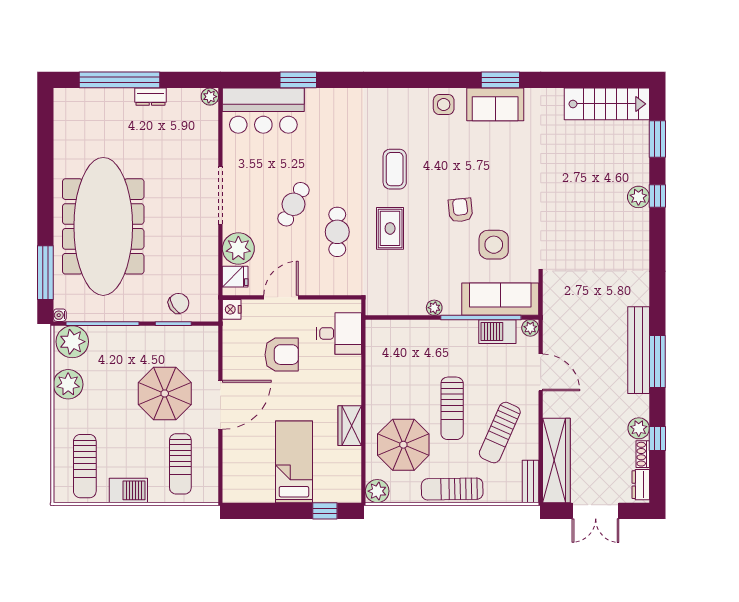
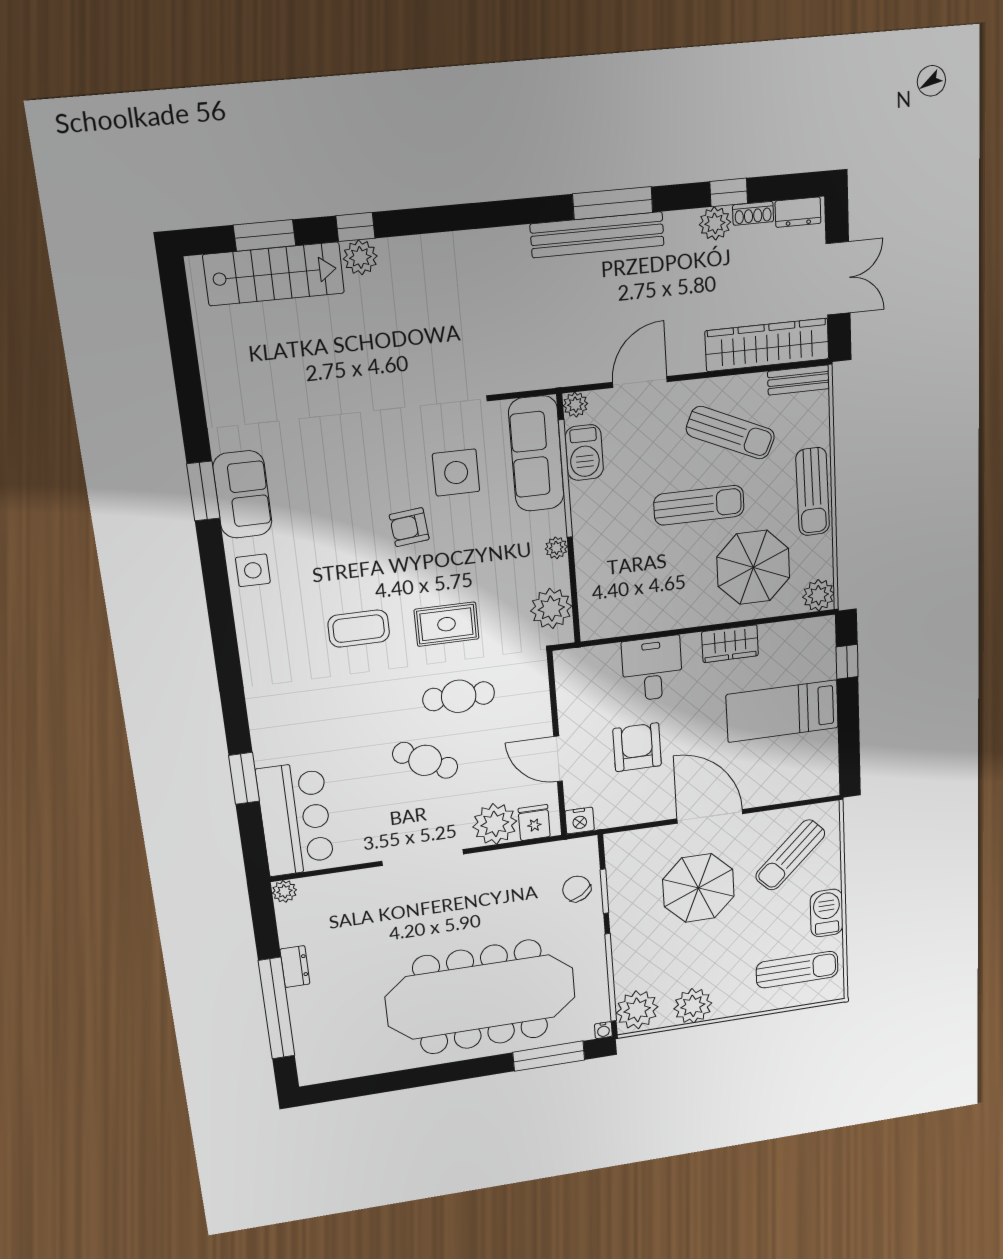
stairs: (607, 104) -> (274, 274), moved, turned 90
plant: (392, 301) -> (551, 609), added
desk: (339, 333) -> (652, 669), moved
sun lounger: (180, 464) -> (790, 855), turned 136

